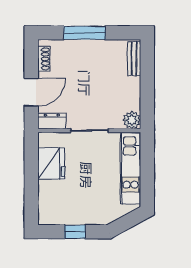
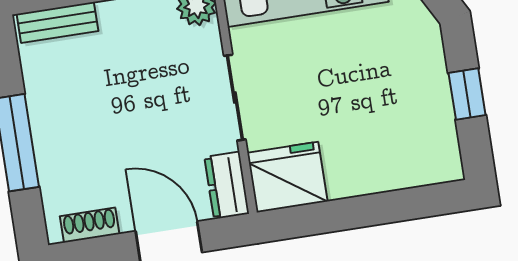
fridge: (51, 164) -> (287, 177), moved

